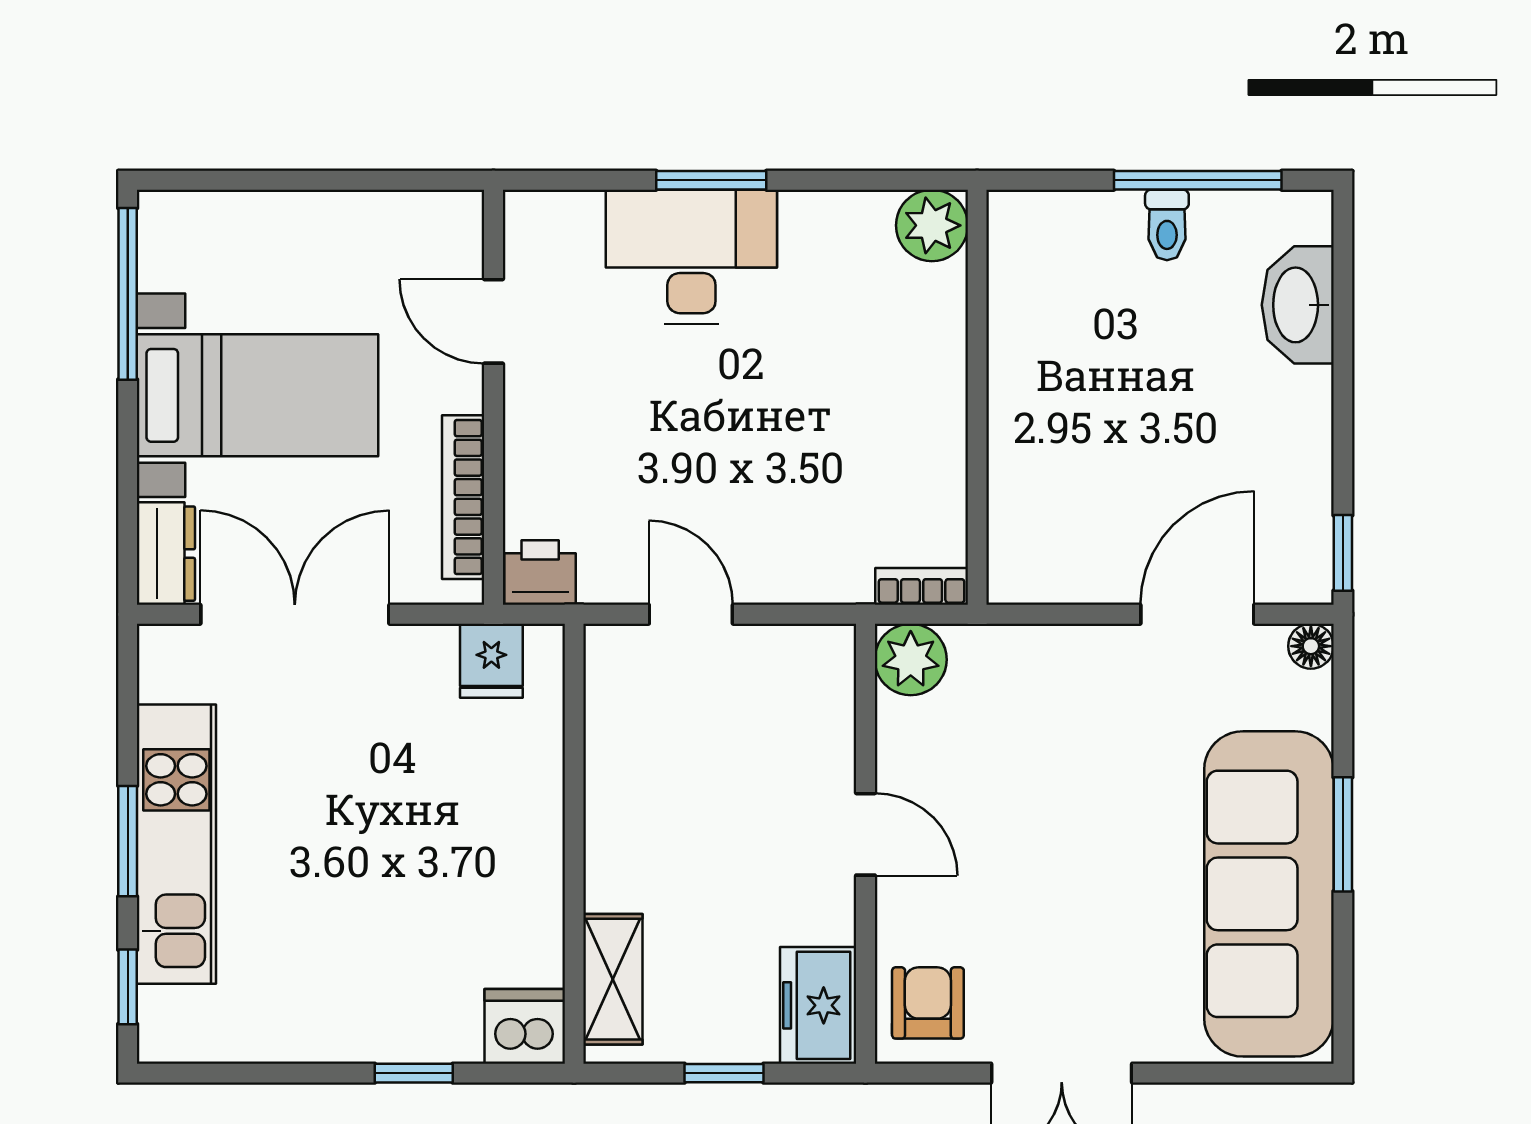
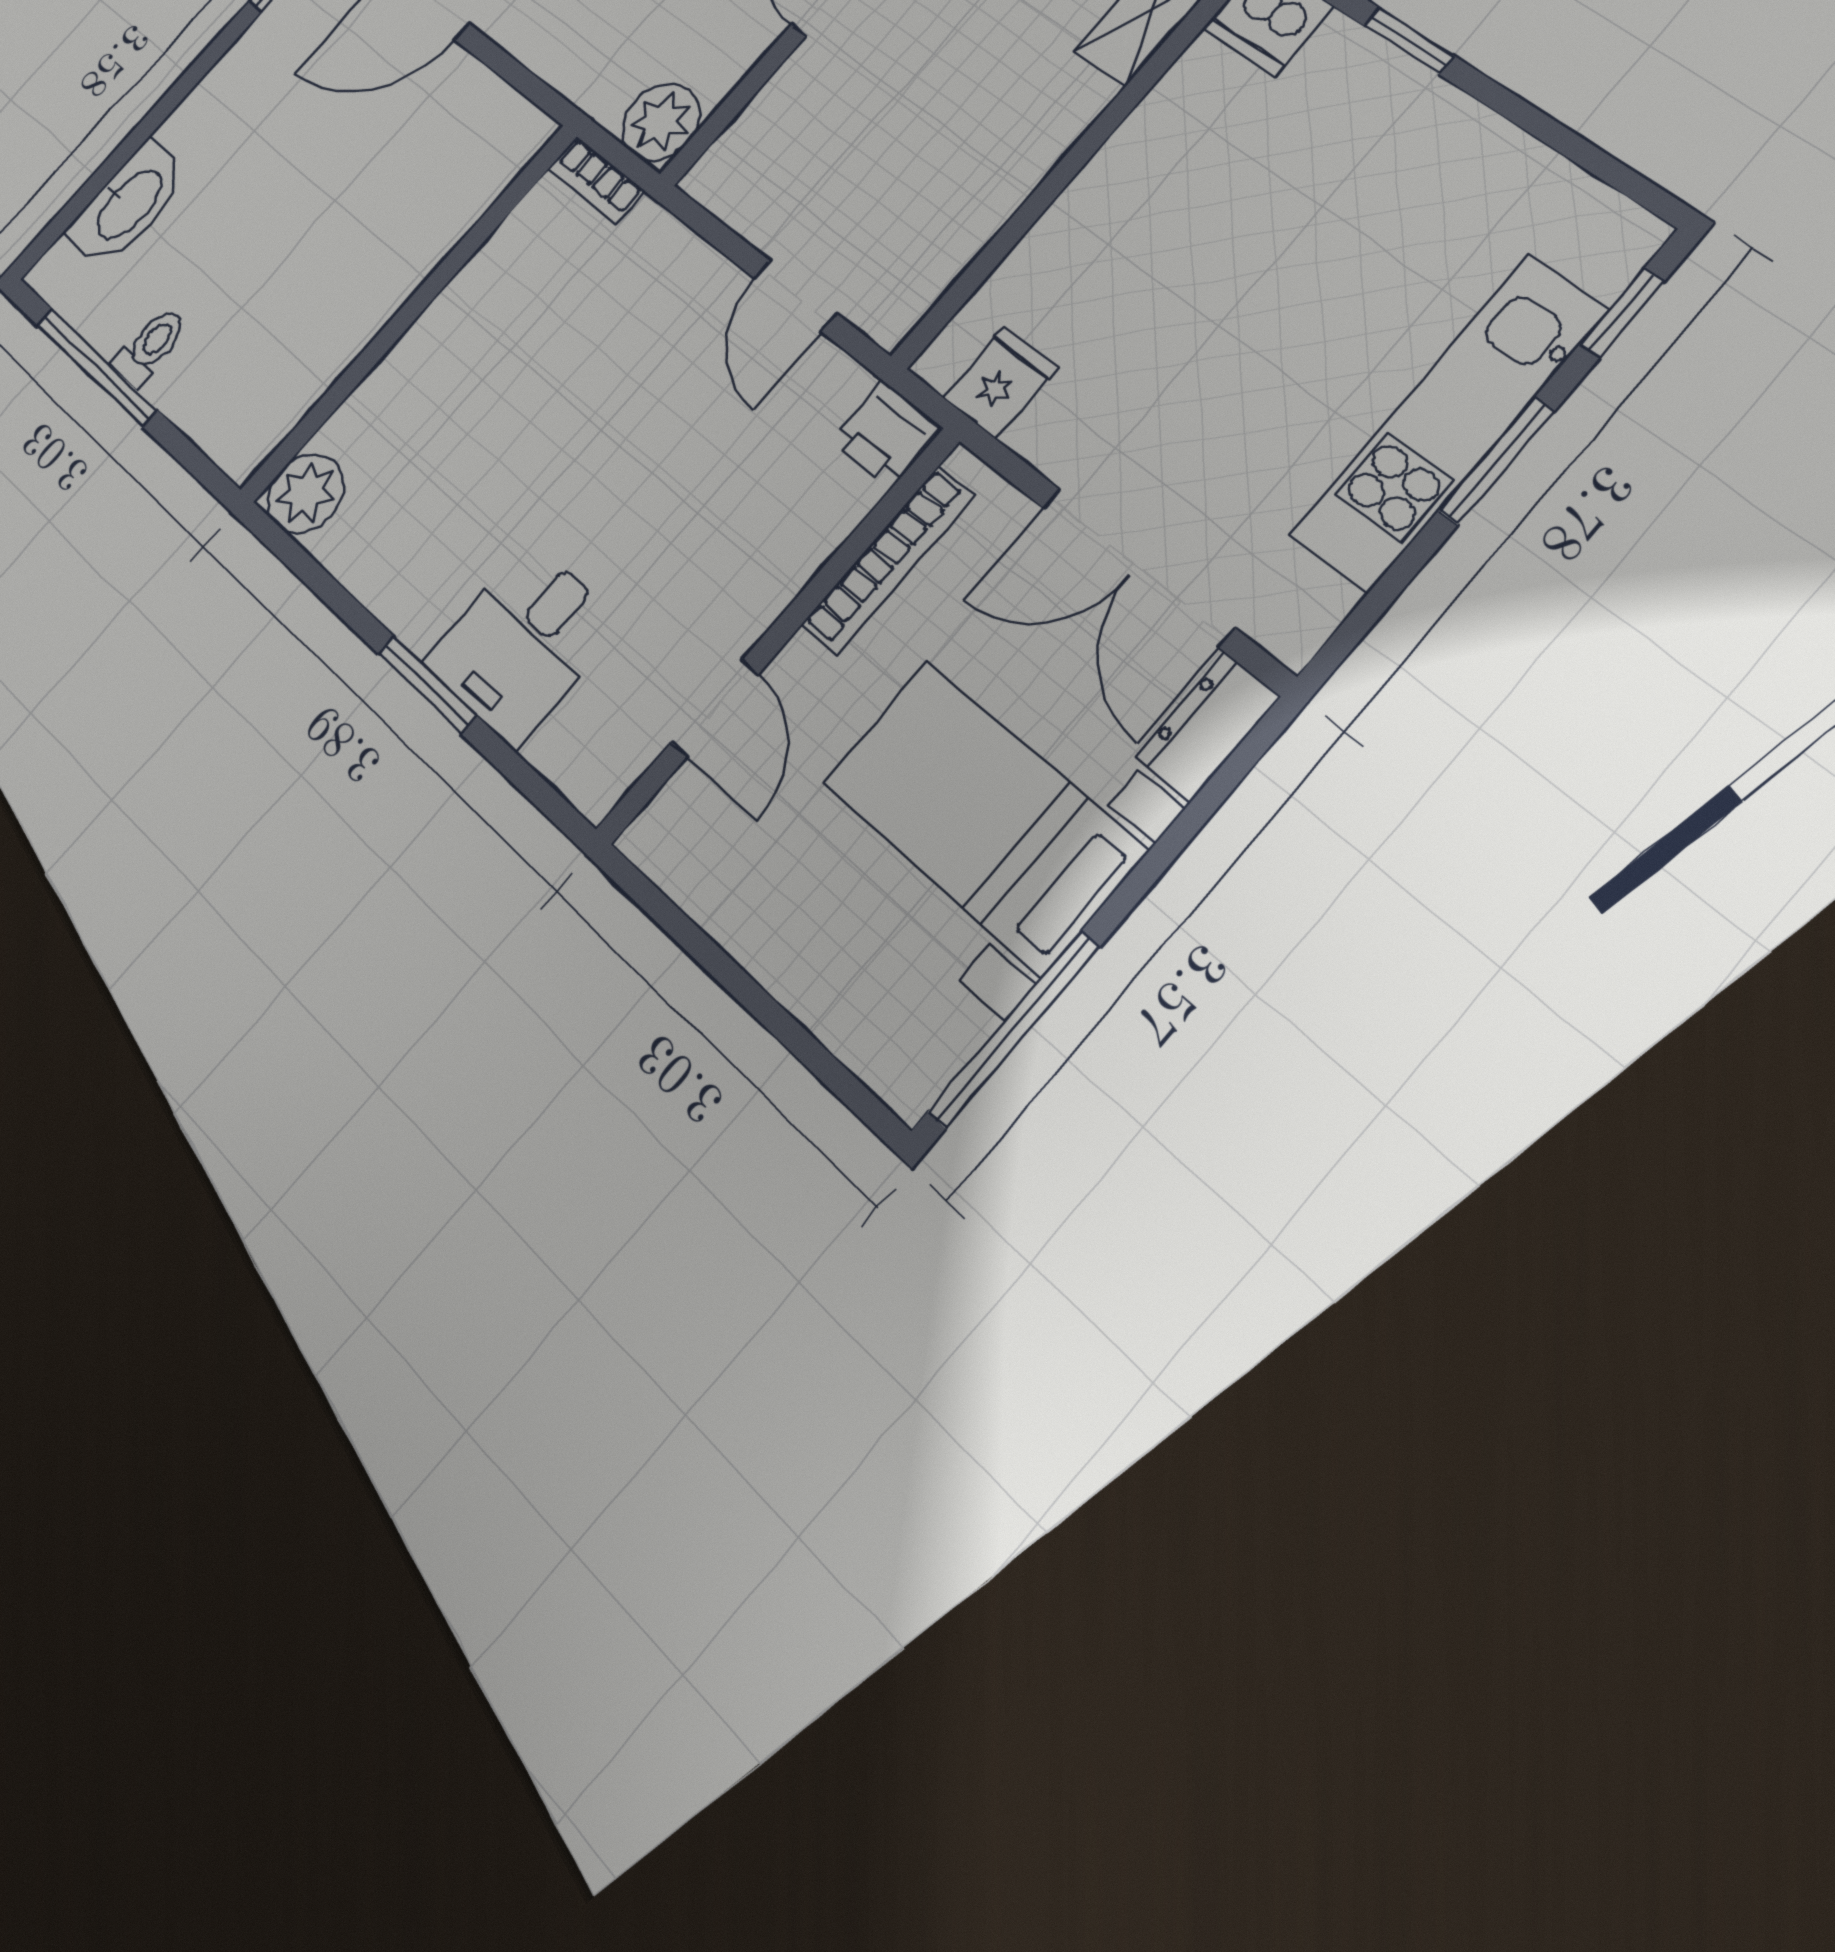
desk: (691, 257) -> (523, 643), width x0.73

